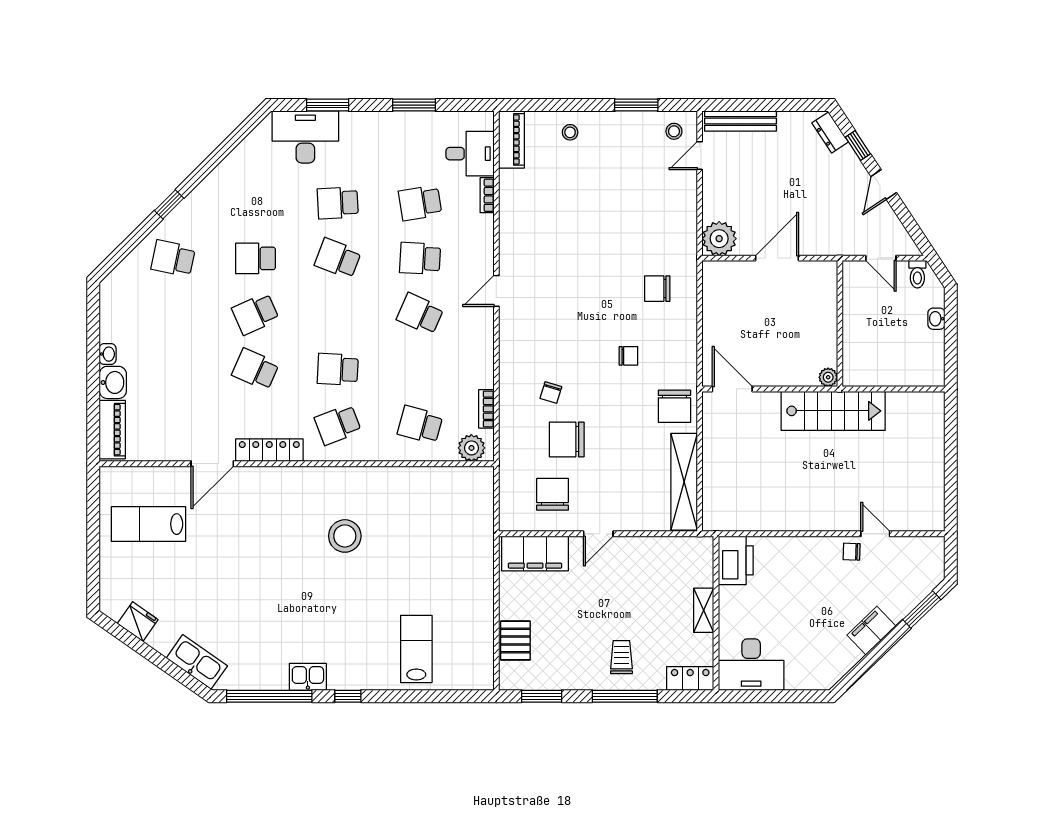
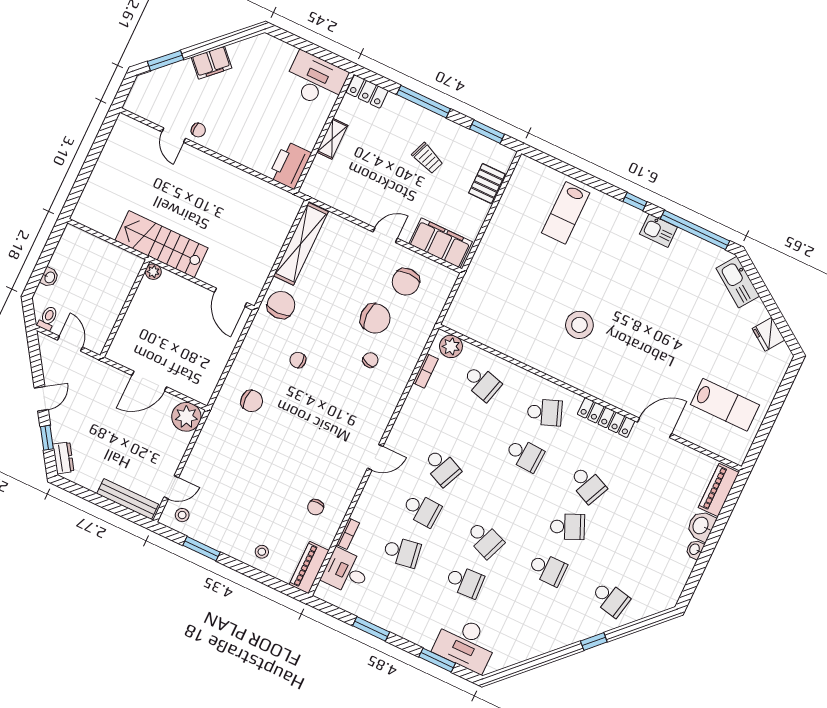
chair: (535, 207) -> (316, 507), added
trolley: (621, 657) -> (427, 158), moved, turned -69

